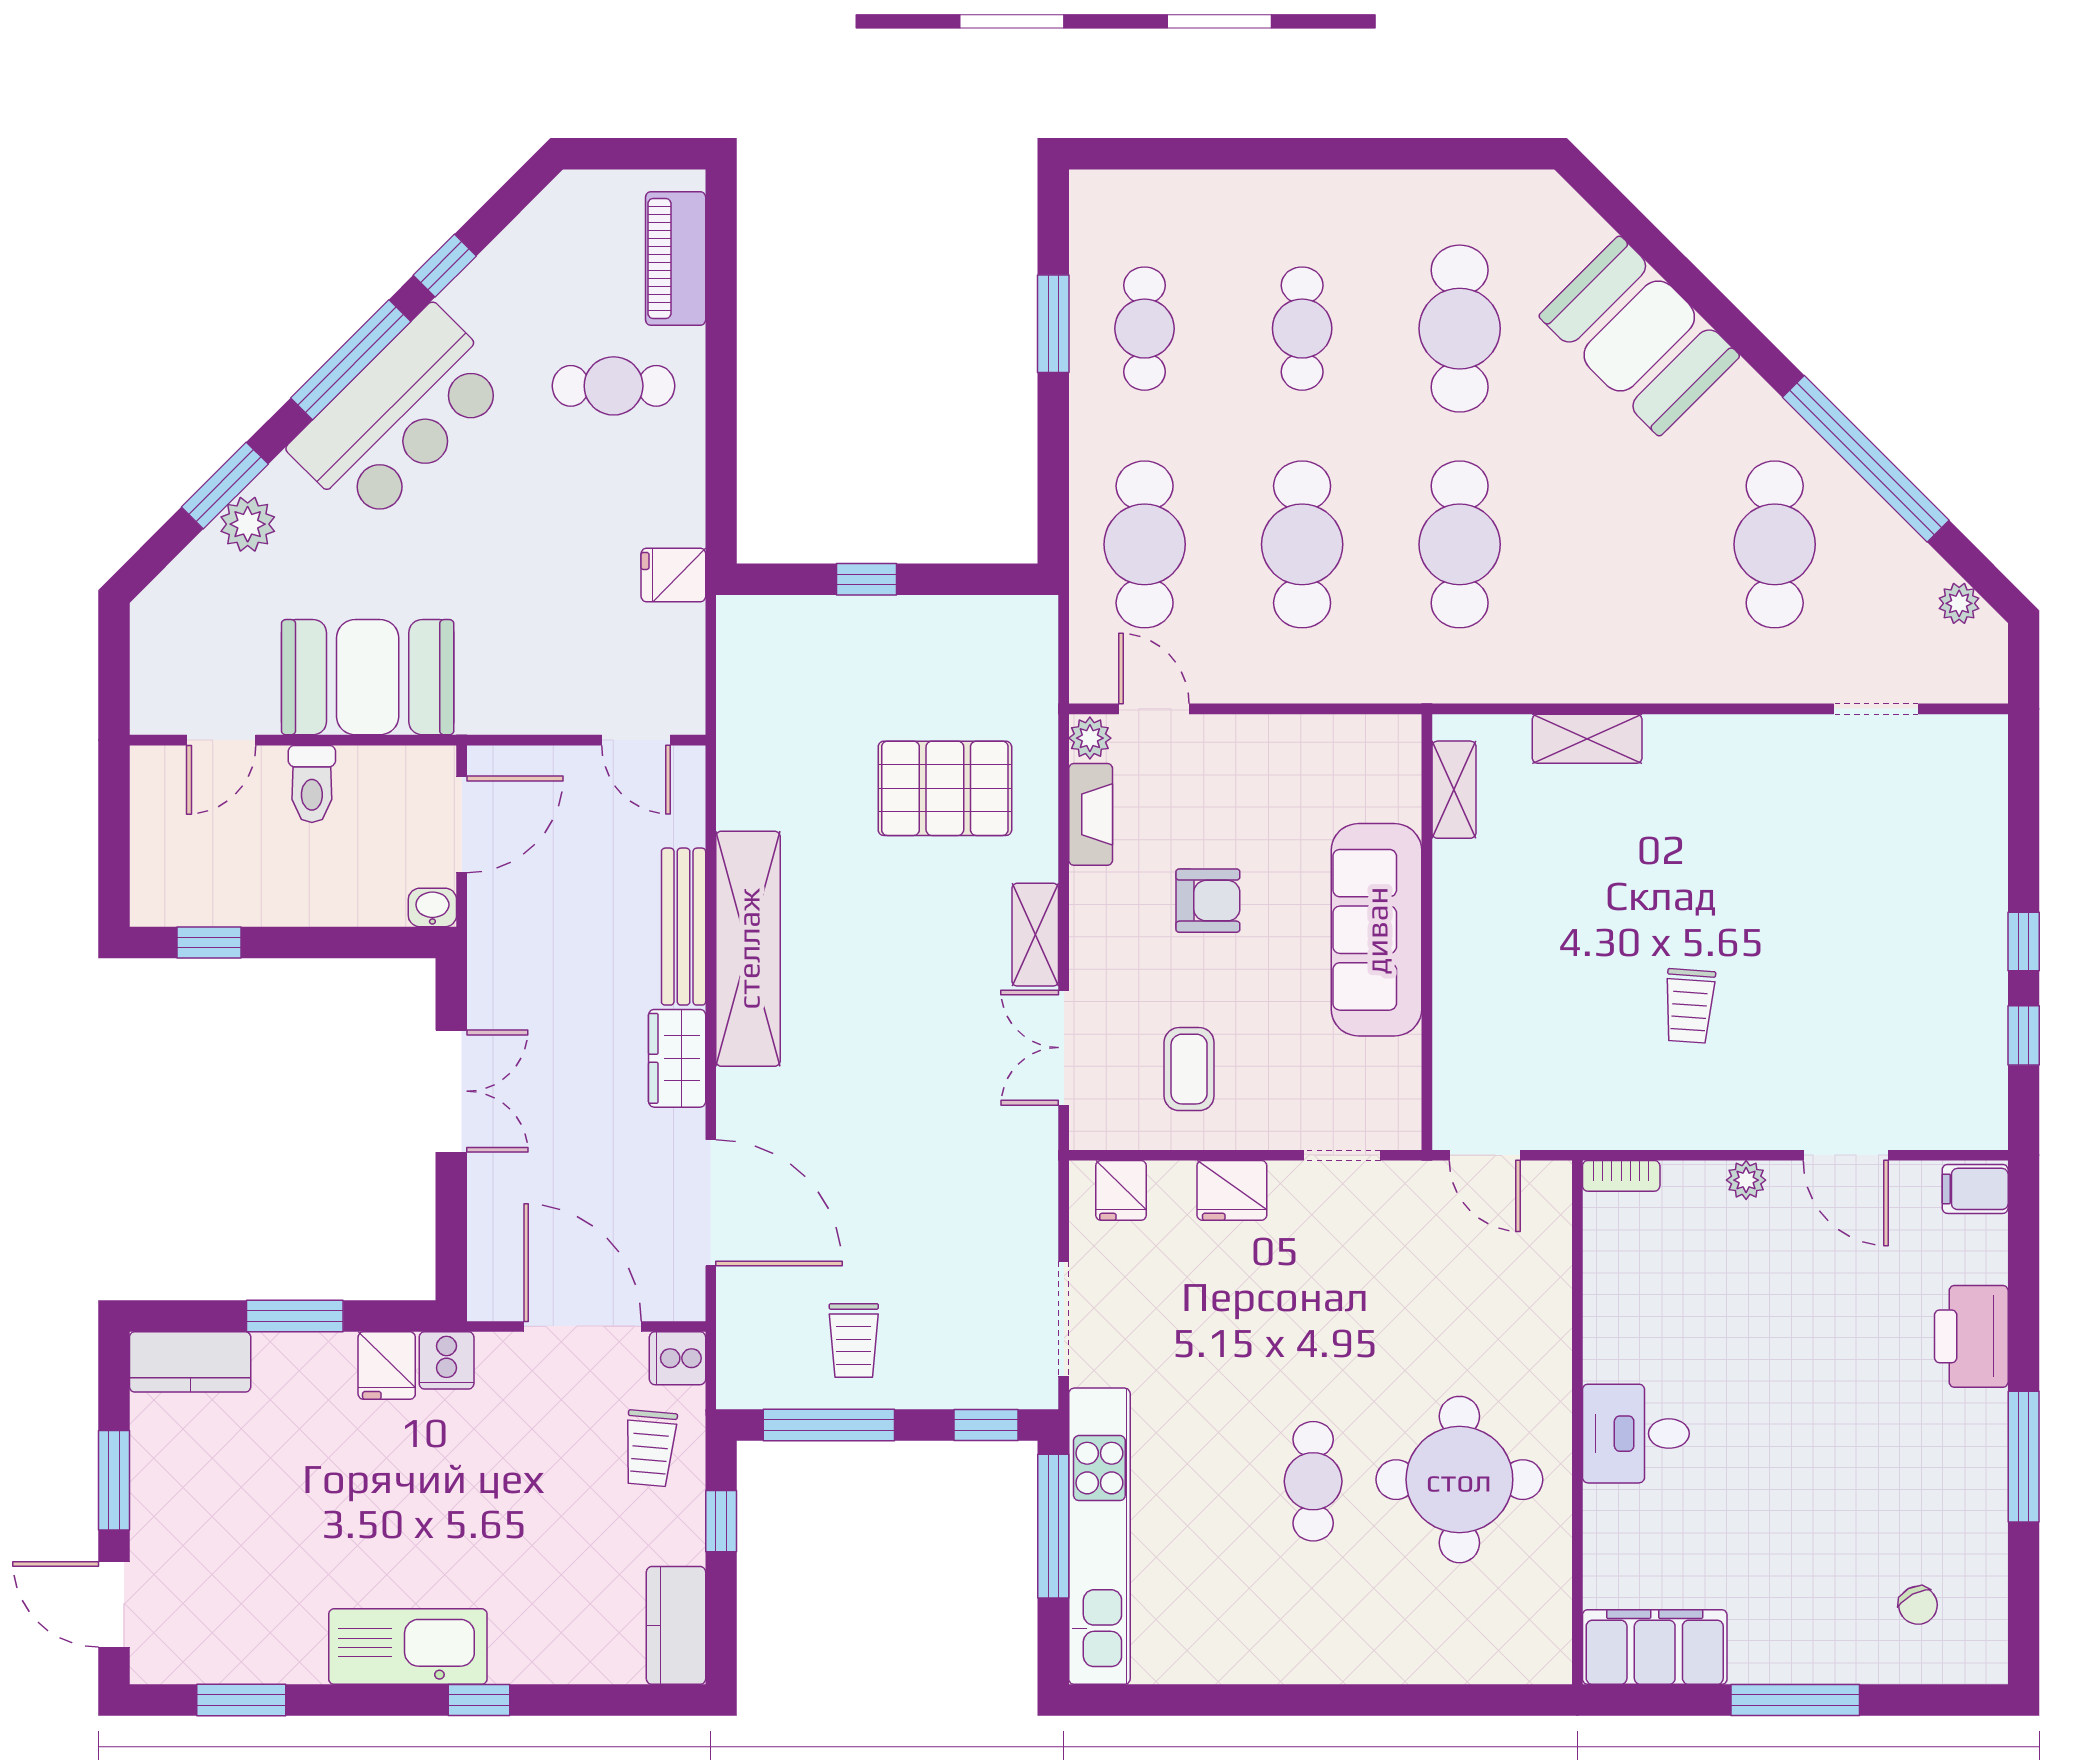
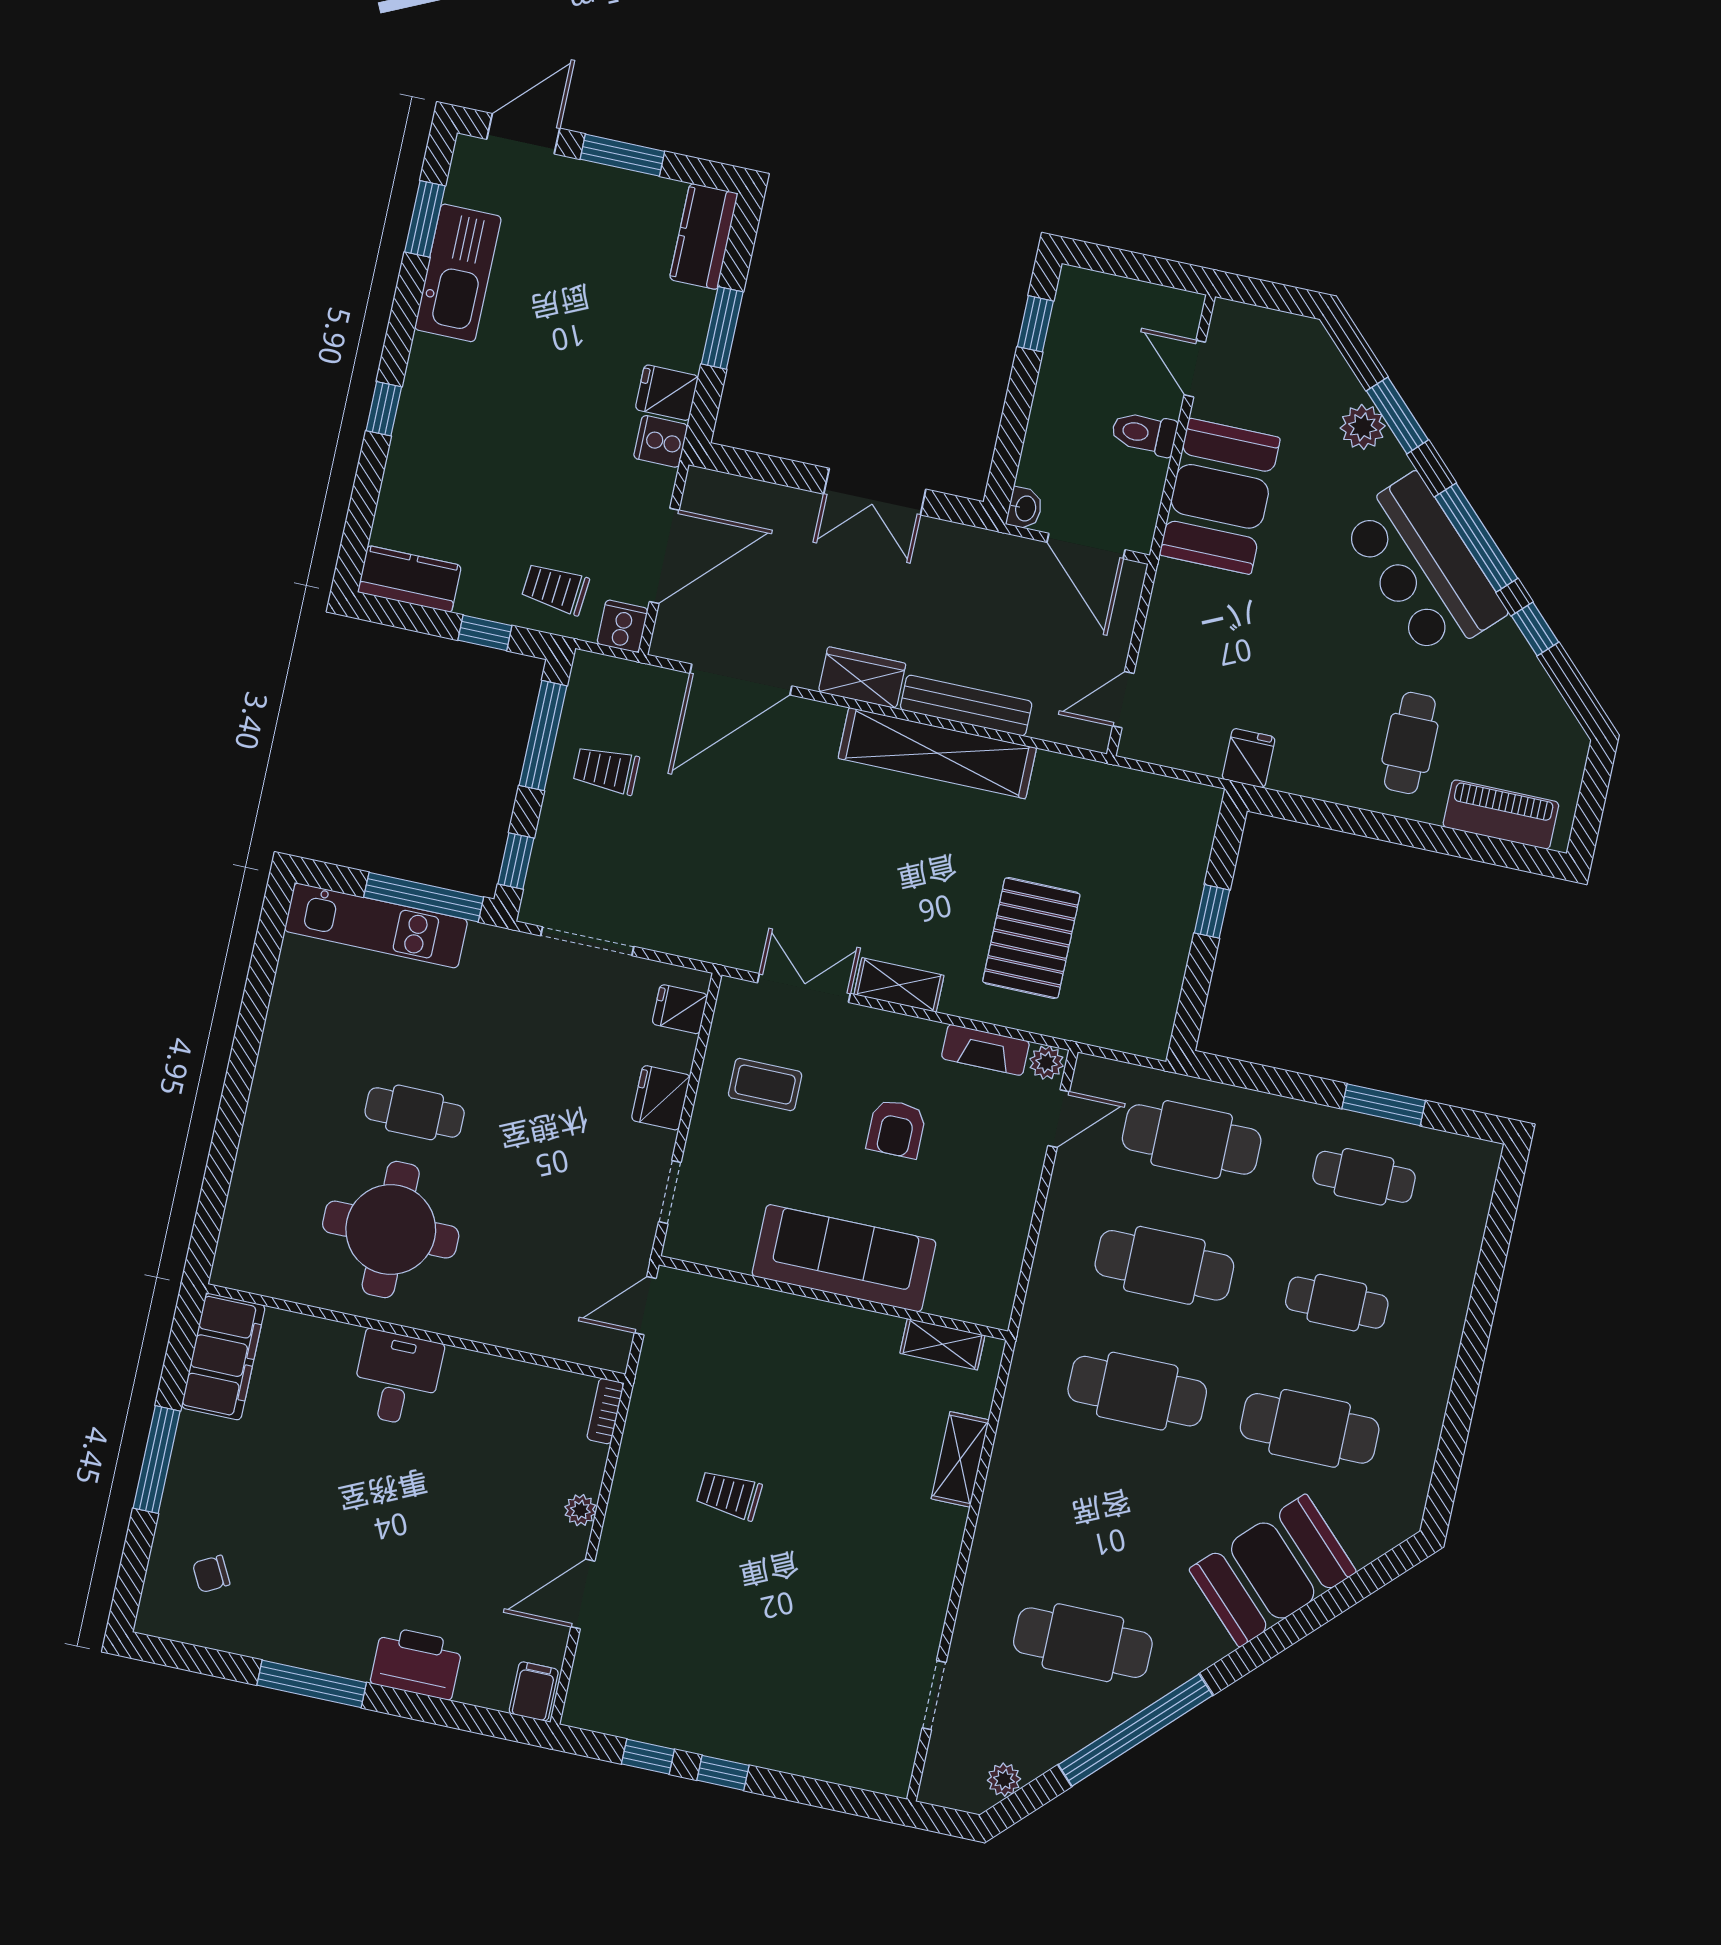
kitchen unit: (1099, 1536) -> (376, 925), width x0.73
kitchen sink: (408, 1647) -> (458, 273), moved

